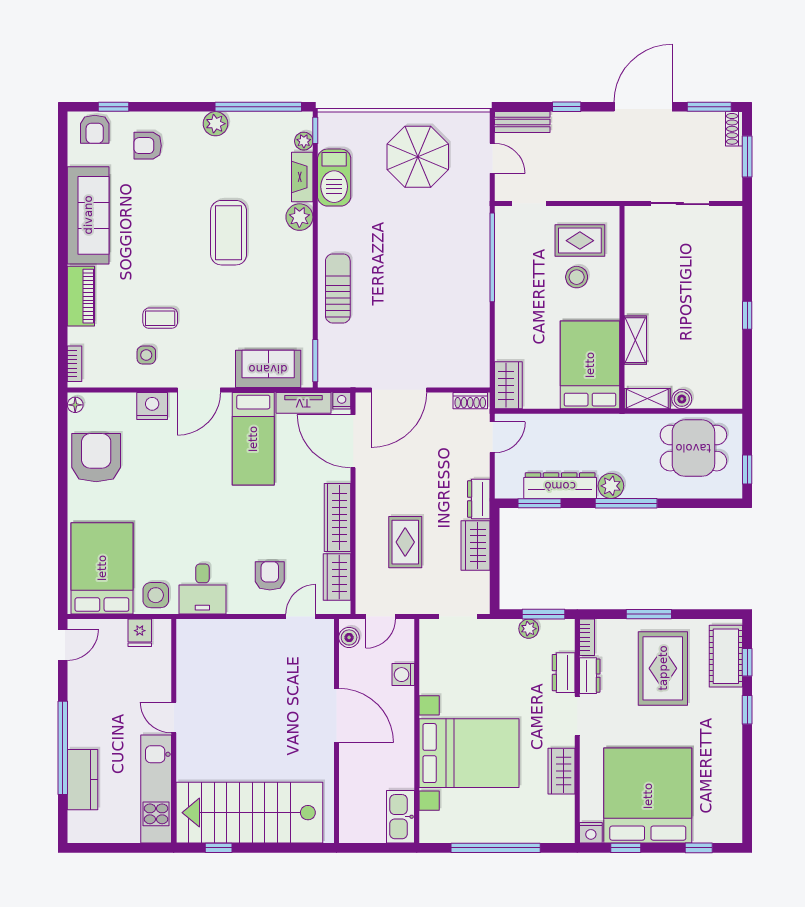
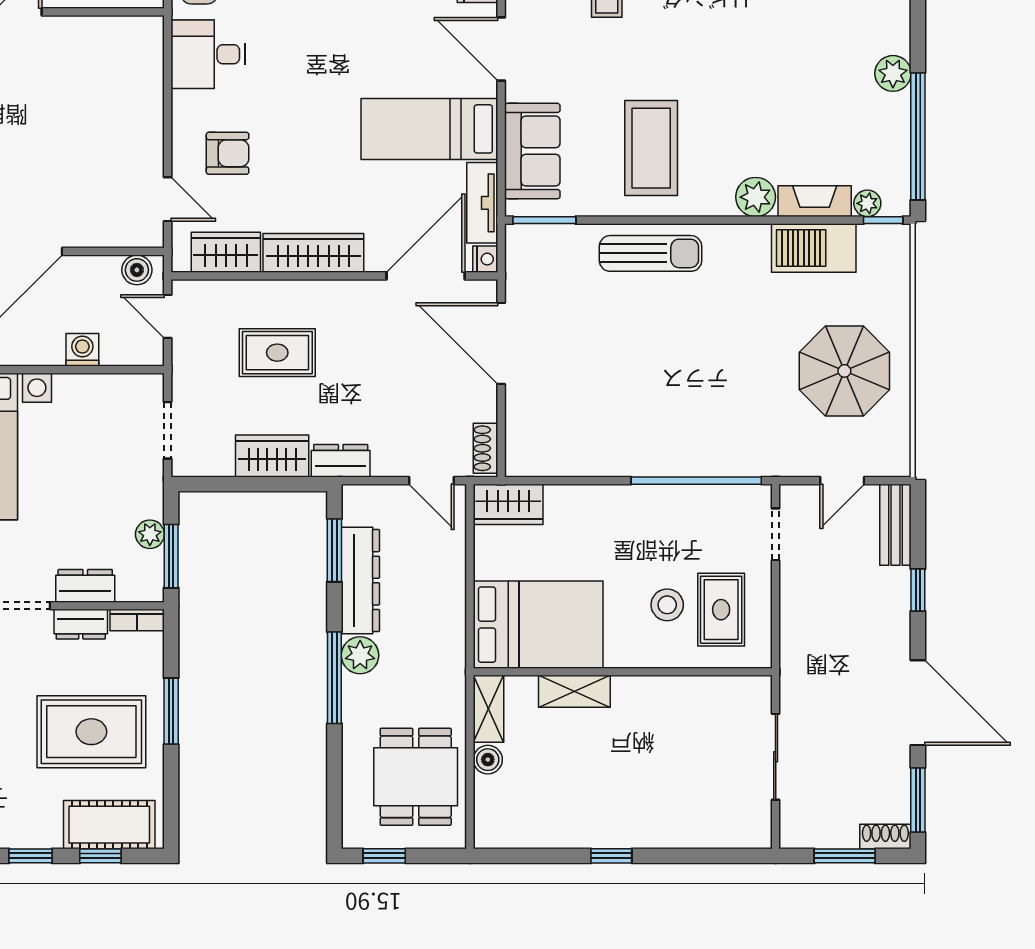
coffee table: (229, 233) -> (651, 148), moved, turned 90

